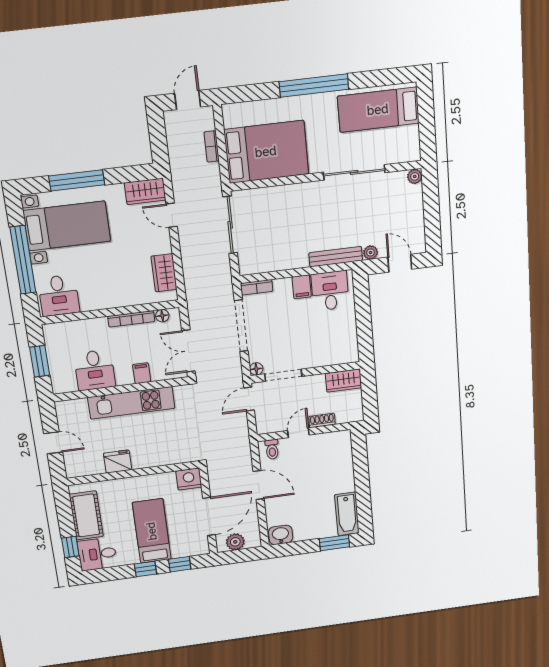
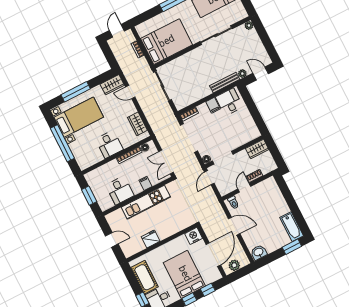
desk: (59, 295) -> (109, 144), moved
bed: (152, 531) -> (184, 274), width x1.50

